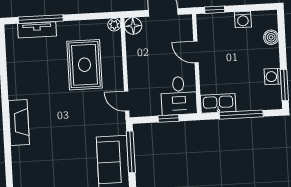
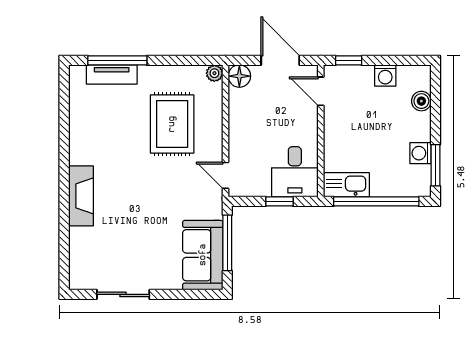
door: (196, 52) -> (321, 91), moved
window: (241, 115) -> (376, 201), width x1.46

